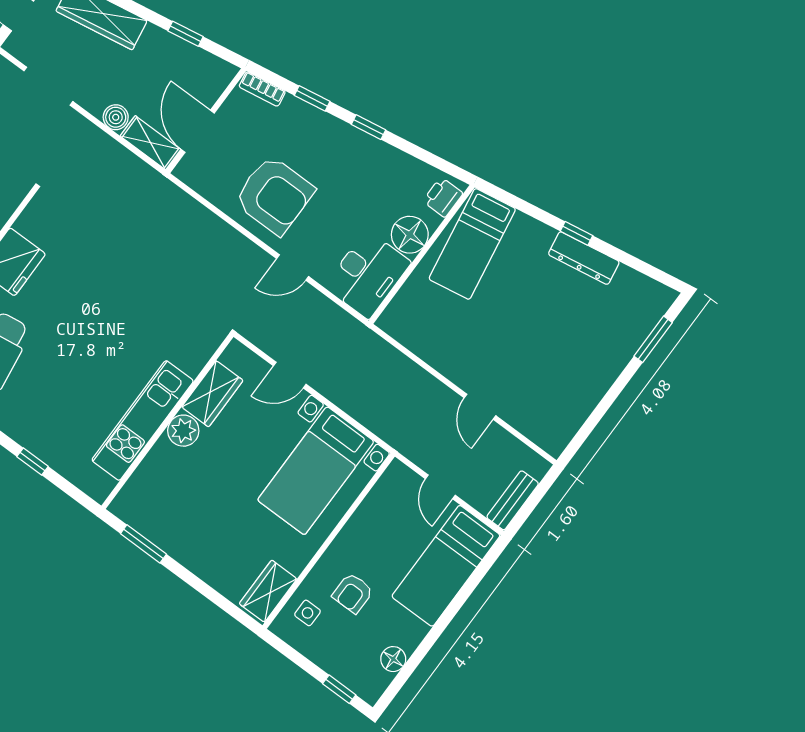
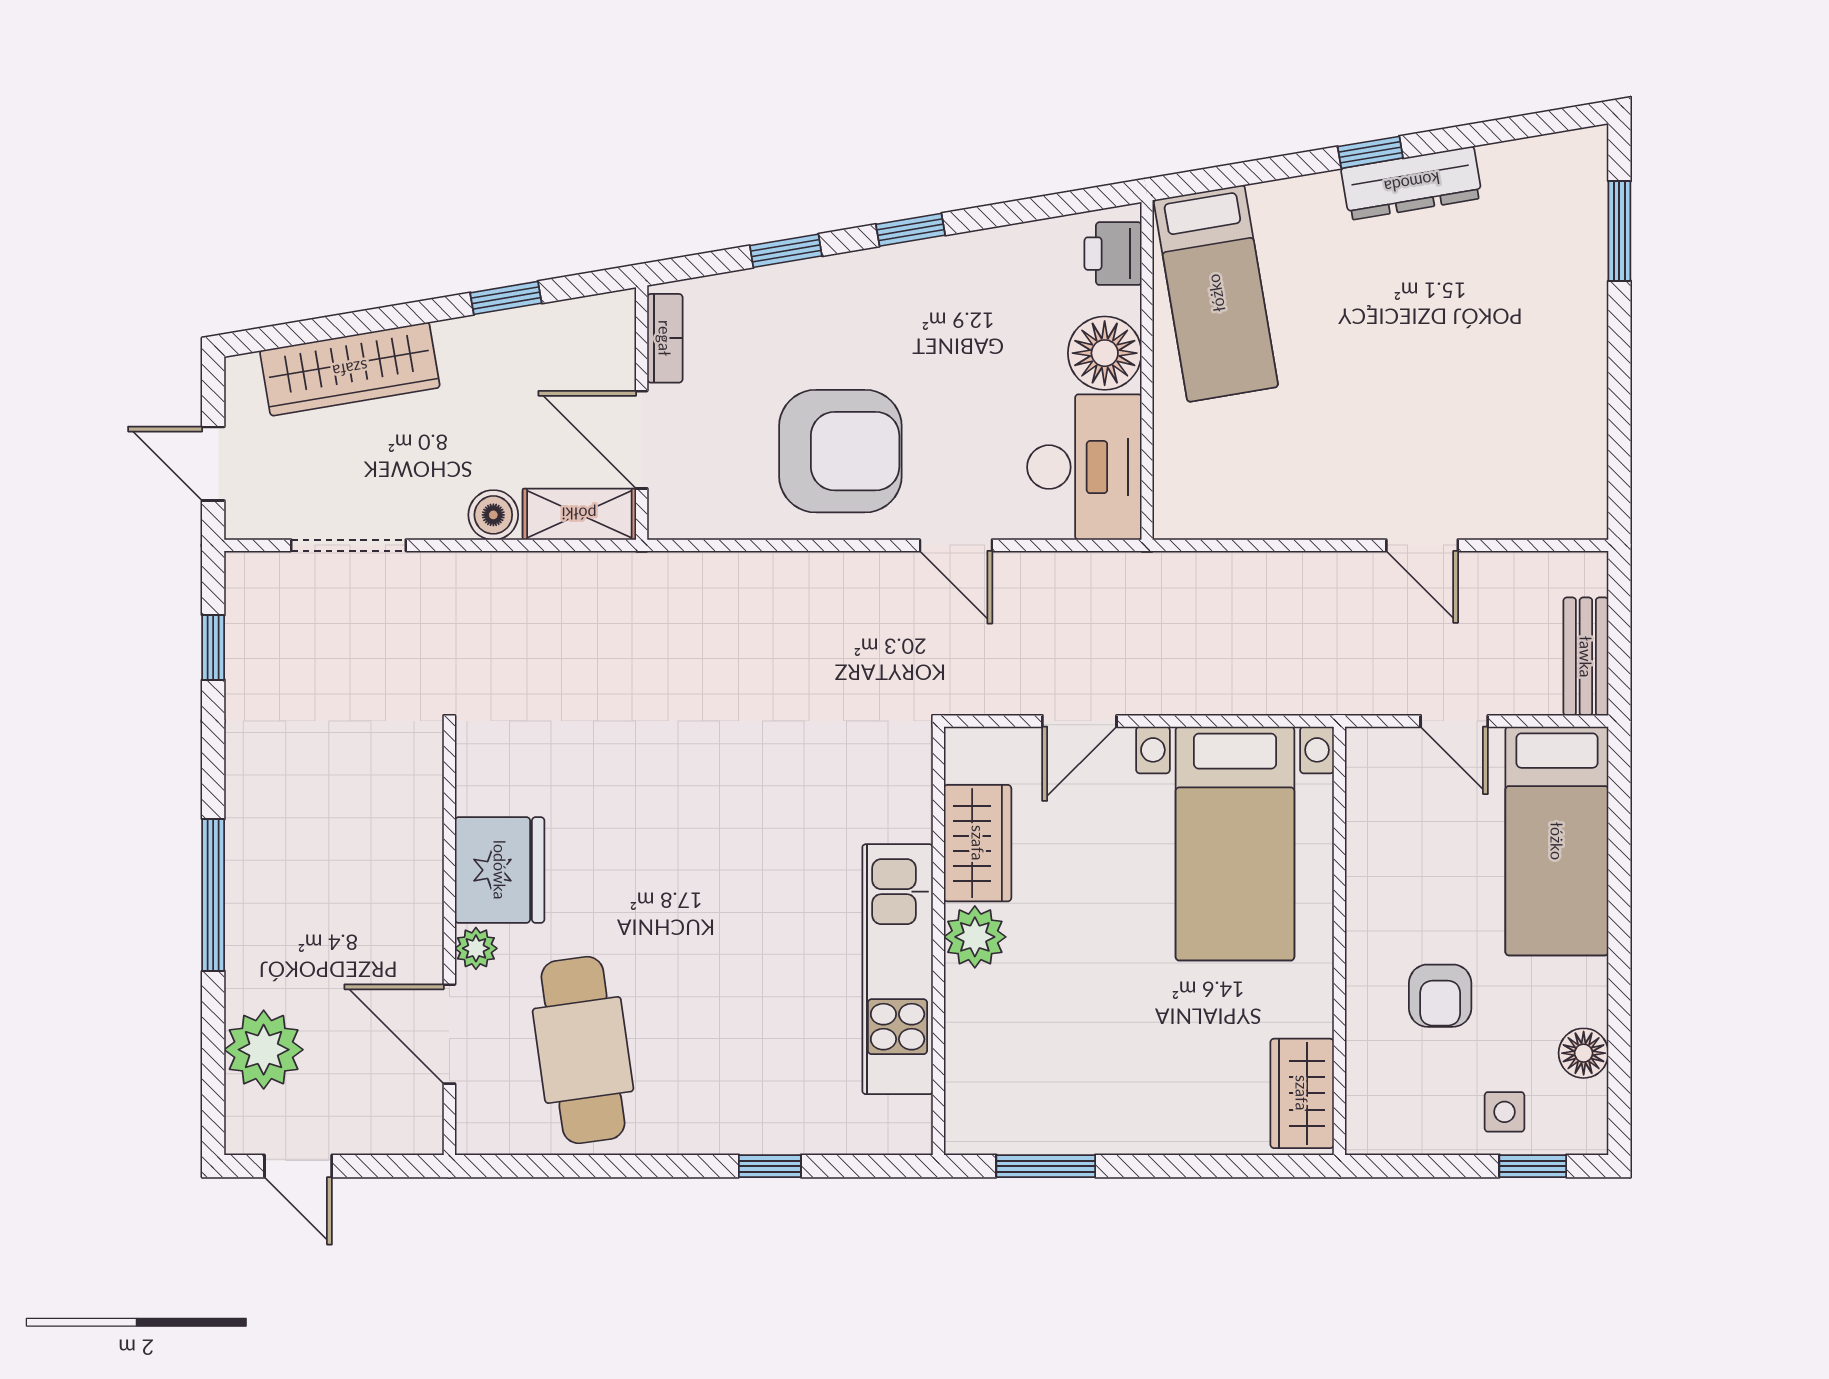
bookcase: (262, 89) -> (665, 338), moved, turned -80
door: (293, 268) -> (956, 545), hinge flipped
side table: (307, 613) -> (1505, 1112), moved

